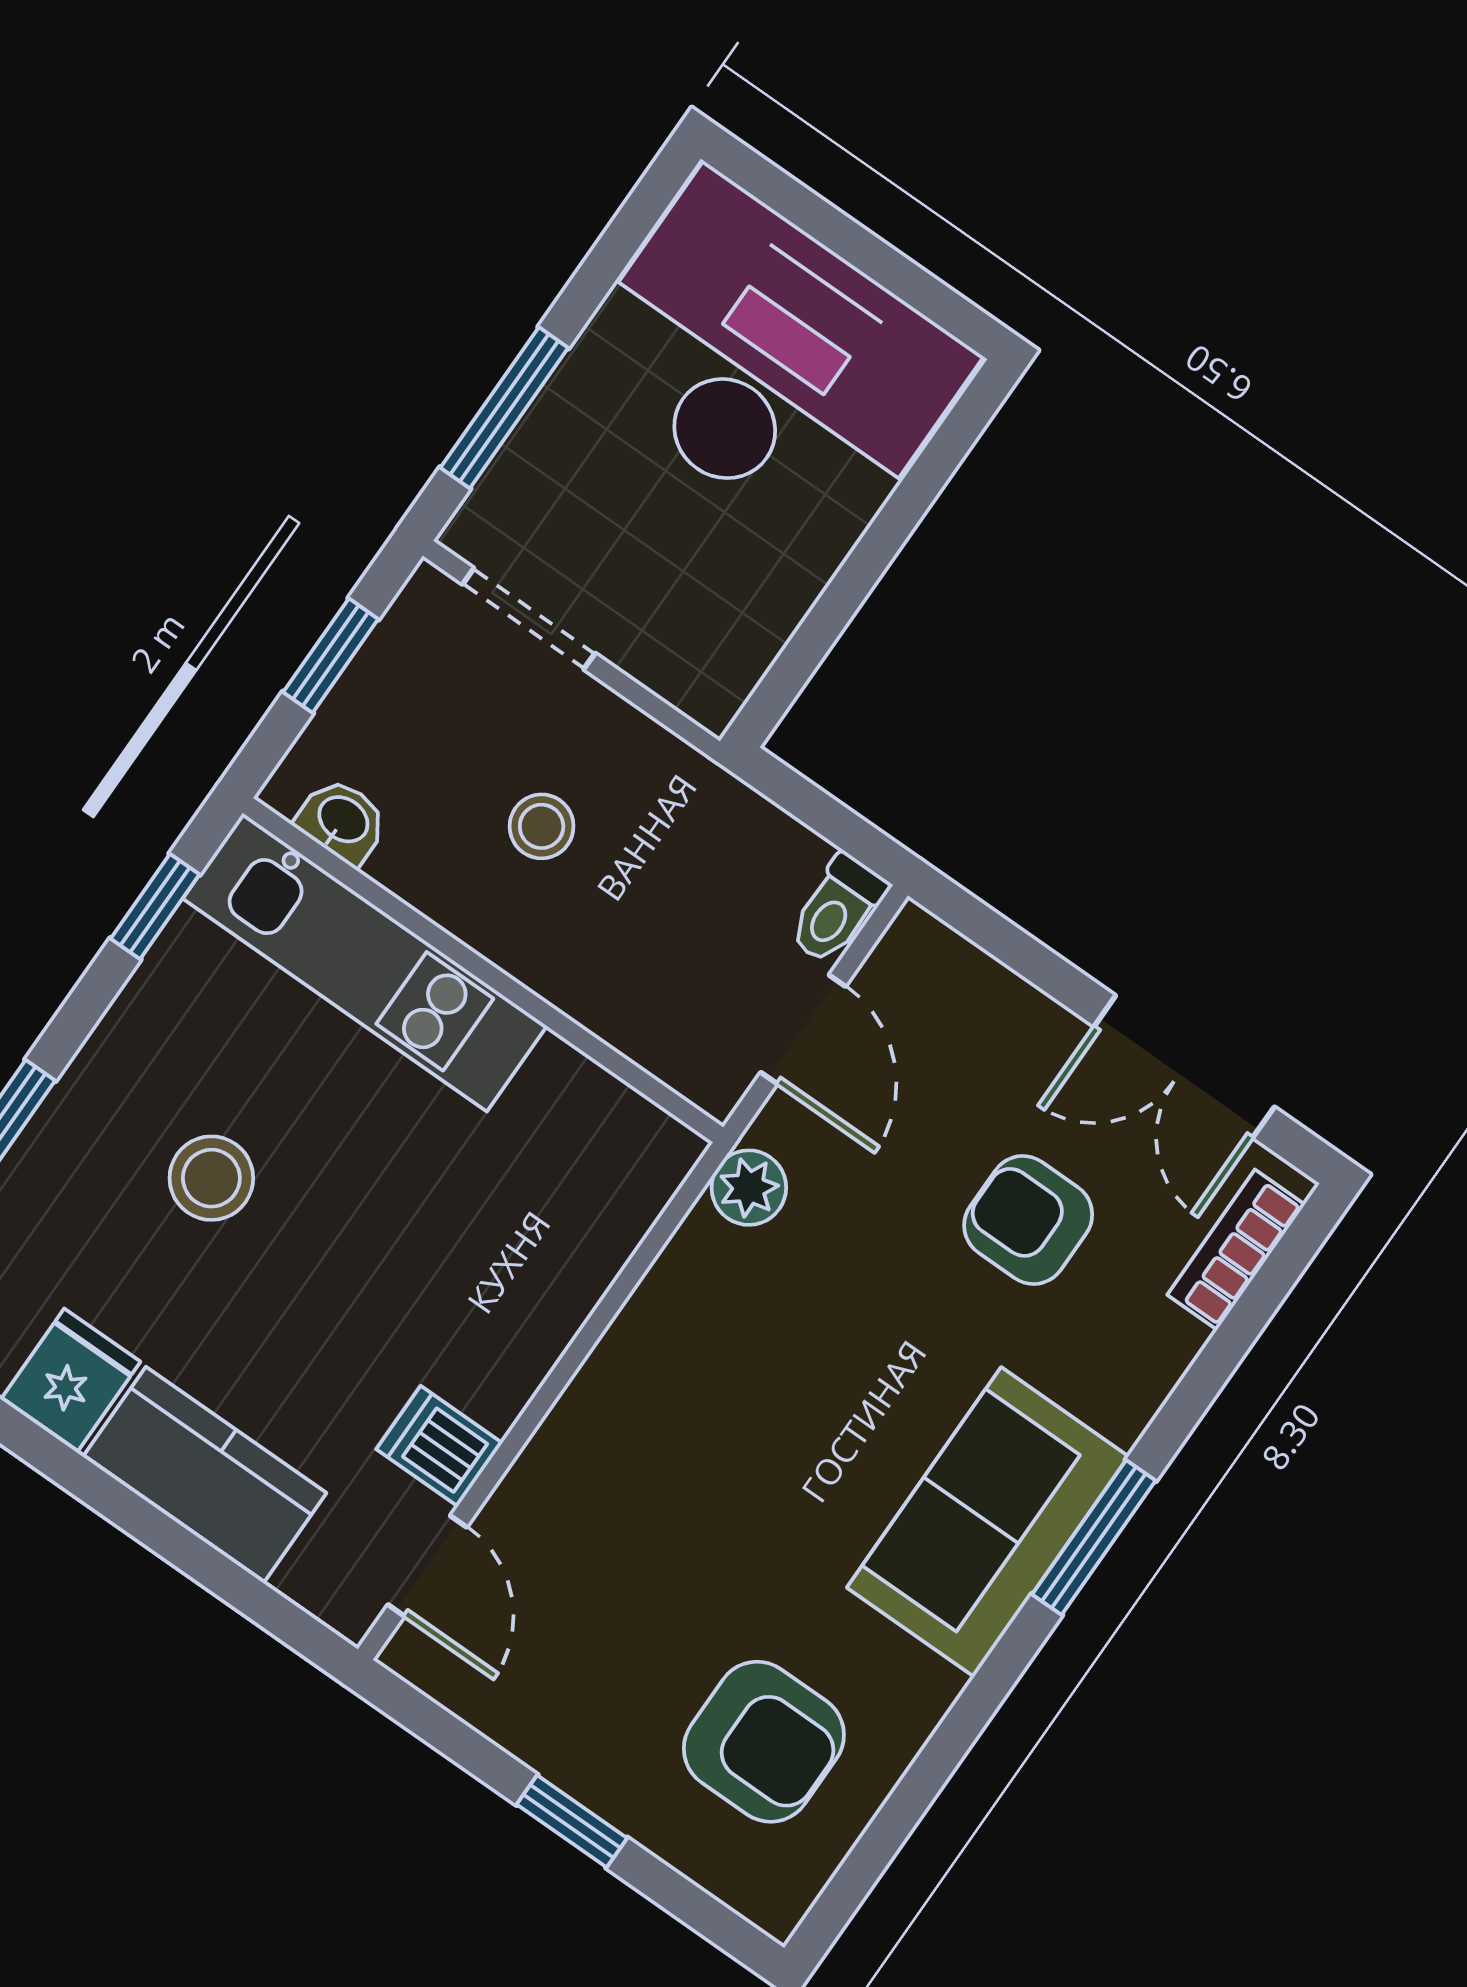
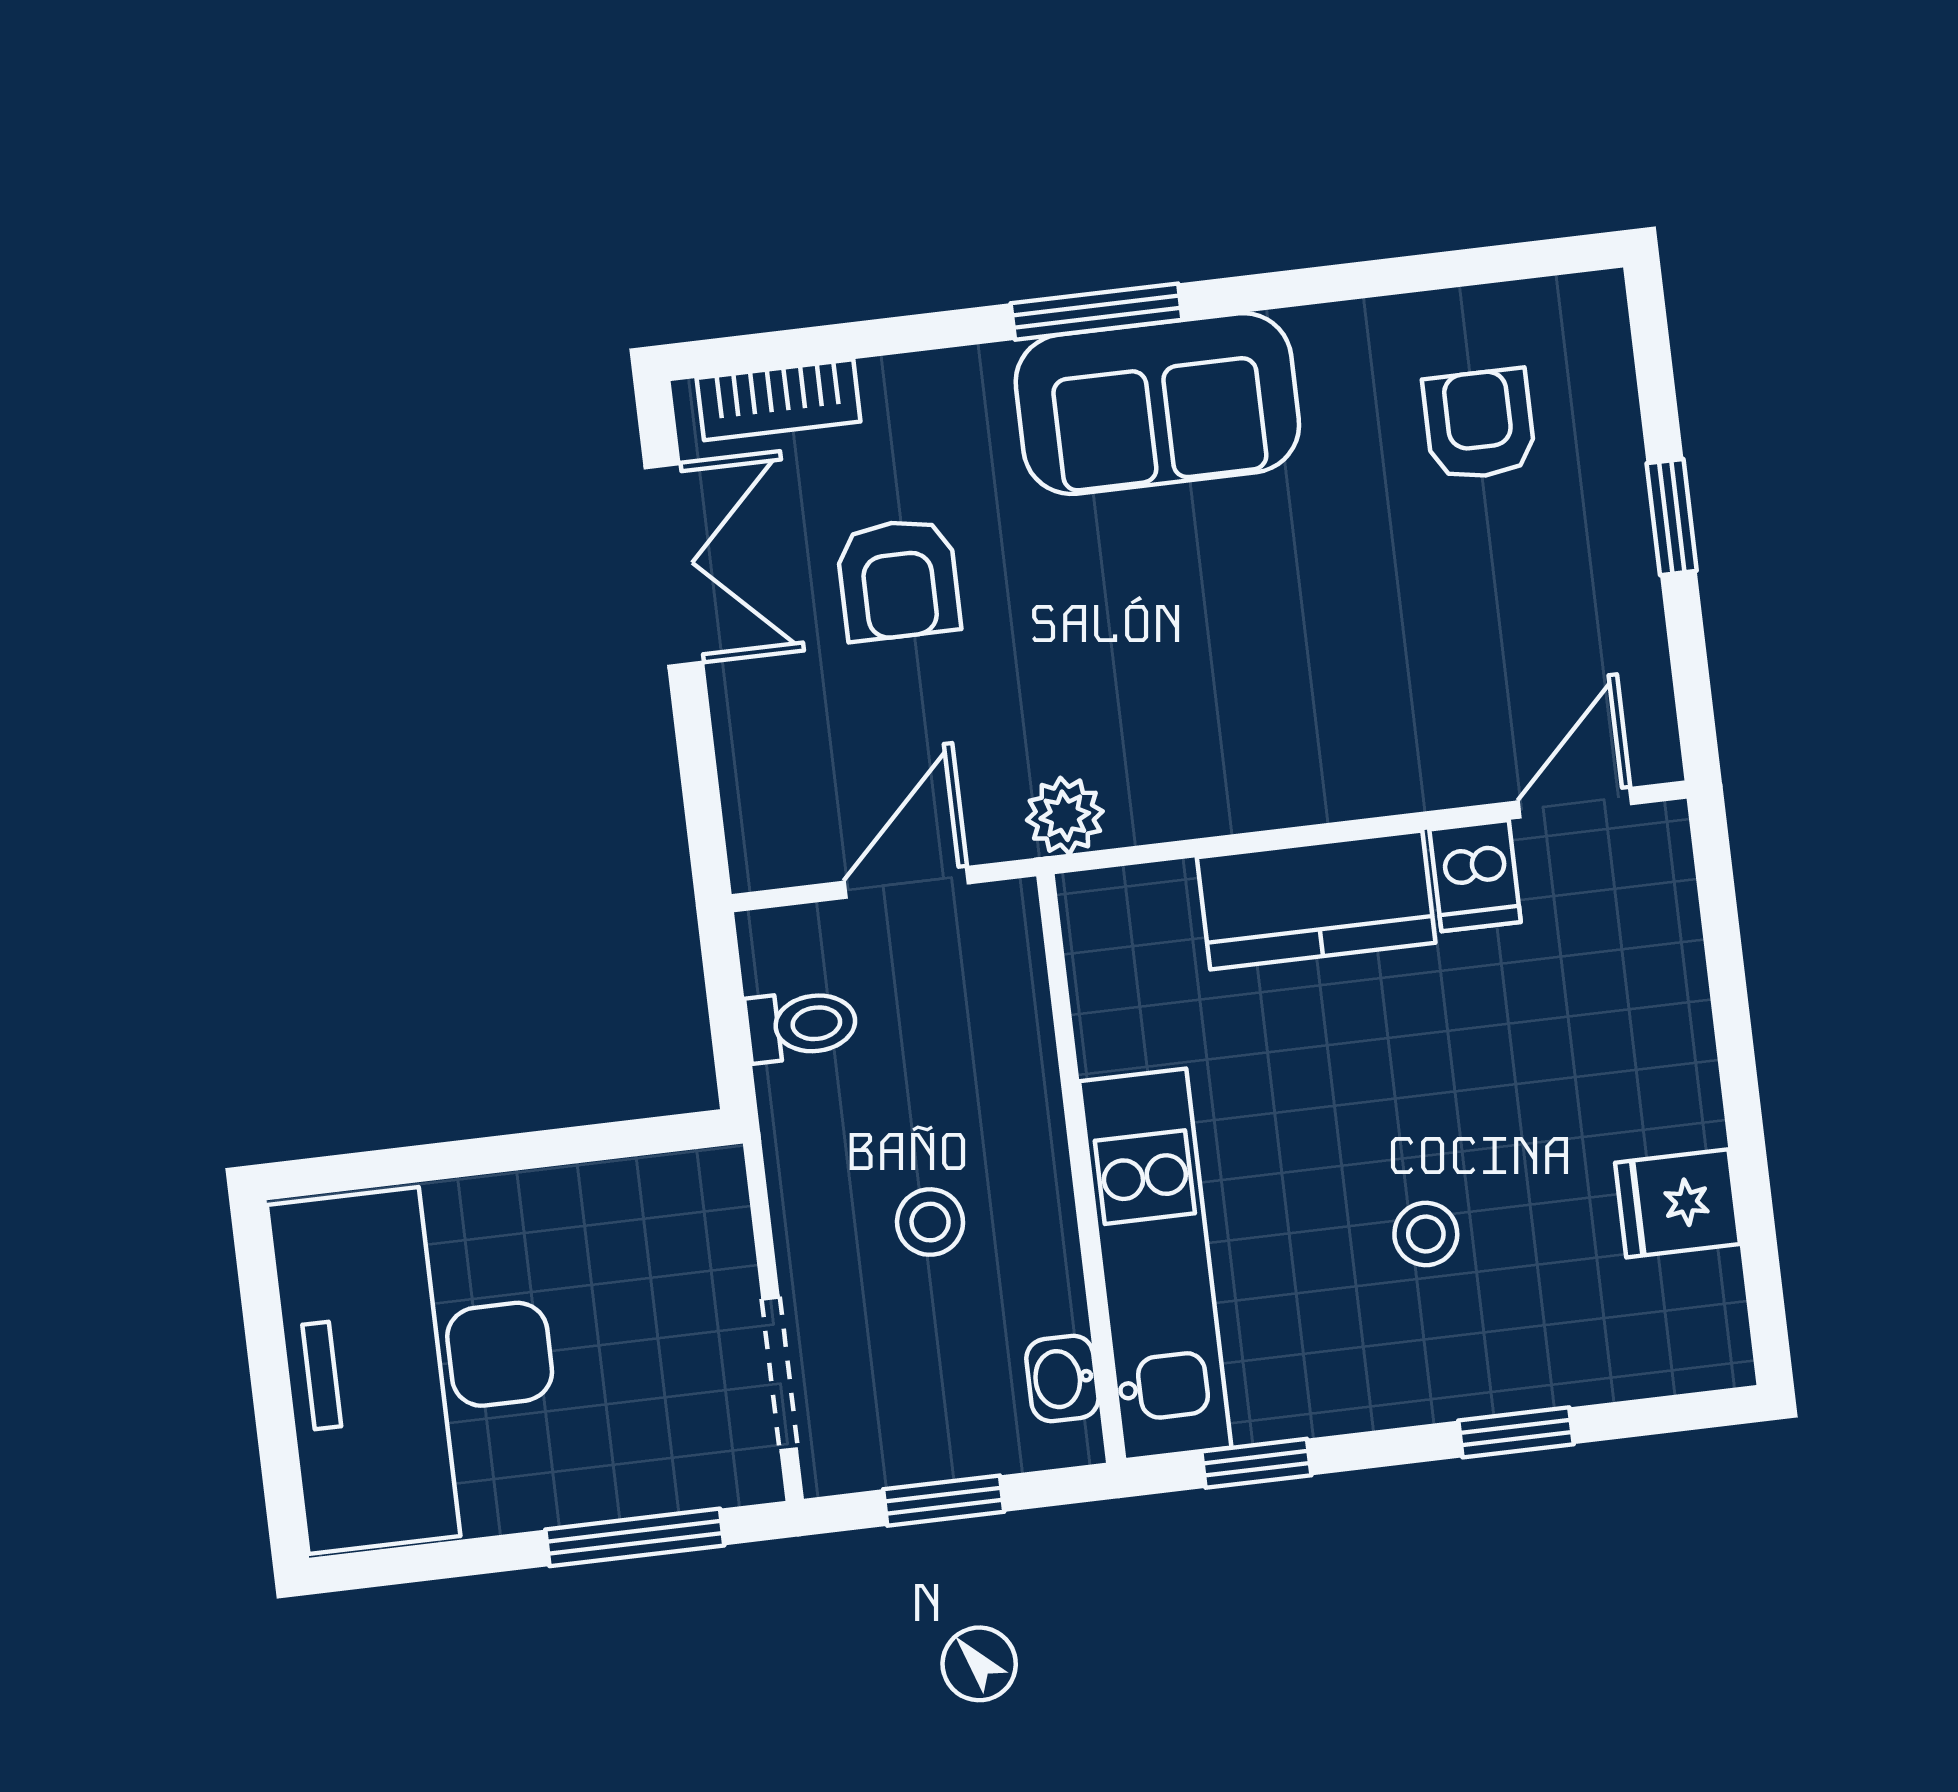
toilet: (837, 909) -> (801, 1025), moved
stool: (211, 1178) -> (1426, 1234), width x0.73, depth x0.73
kitchen counter: (205, 1475) -> (1316, 900), moved, turned -90
armchair: (764, 1742) -> (1479, 424), width x0.72, depth x0.72

